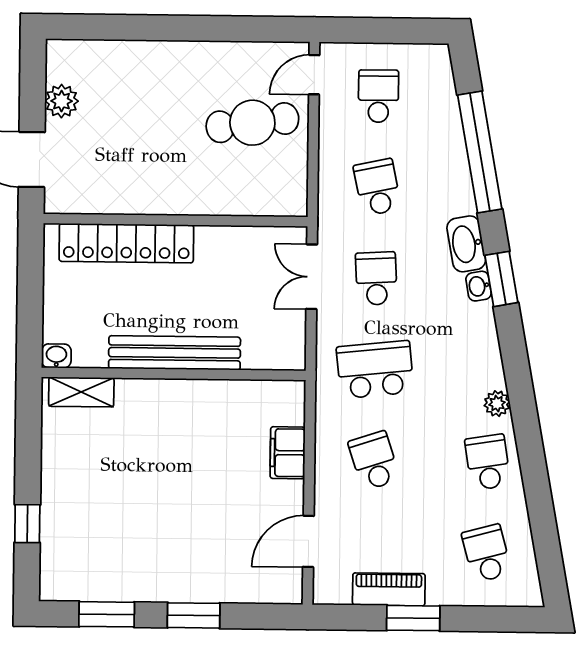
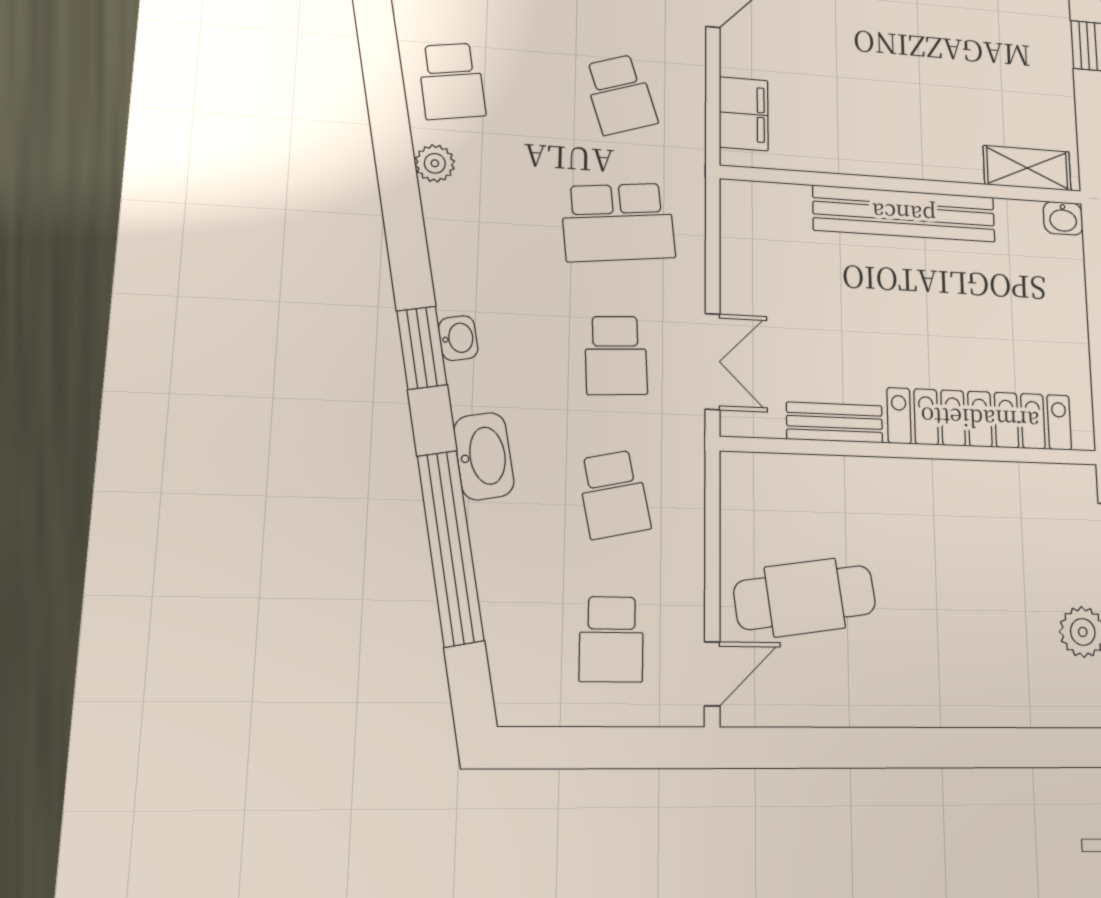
bench: (229, 238) -> (835, 422), added
washbasin: (466, 244) -> (484, 456), moved
bench: (175, 353) -> (904, 214), moved
washbasin: (56, 356) -> (1063, 218), moved
wall: (174, 374) -> (904, 185), moved
shelving: (81, 392) -> (1027, 168), moved

